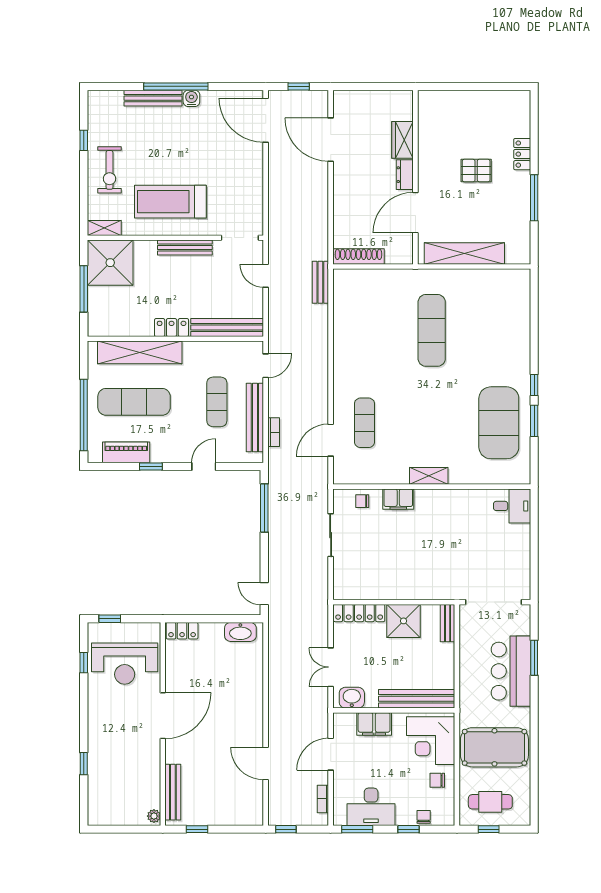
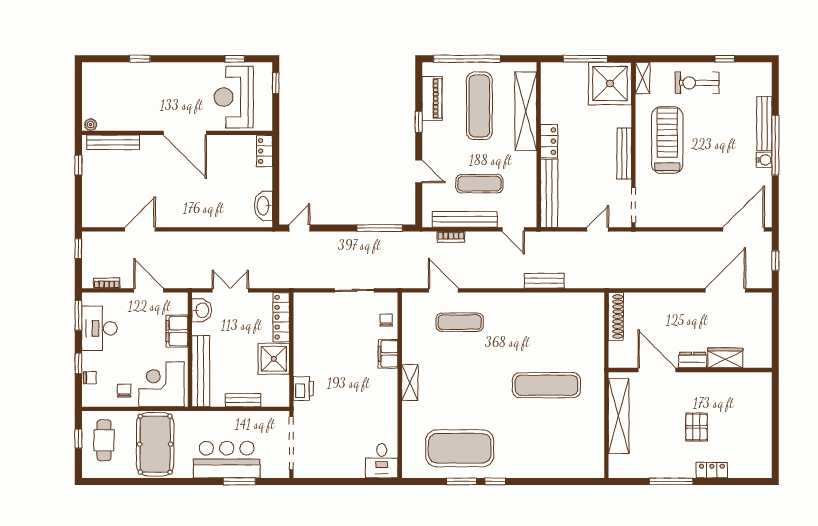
bench: (320, 282) -> (544, 281), moved
printer: (435, 589) -> (303, 389), added
bench: (448, 623) -> (243, 400), moved

